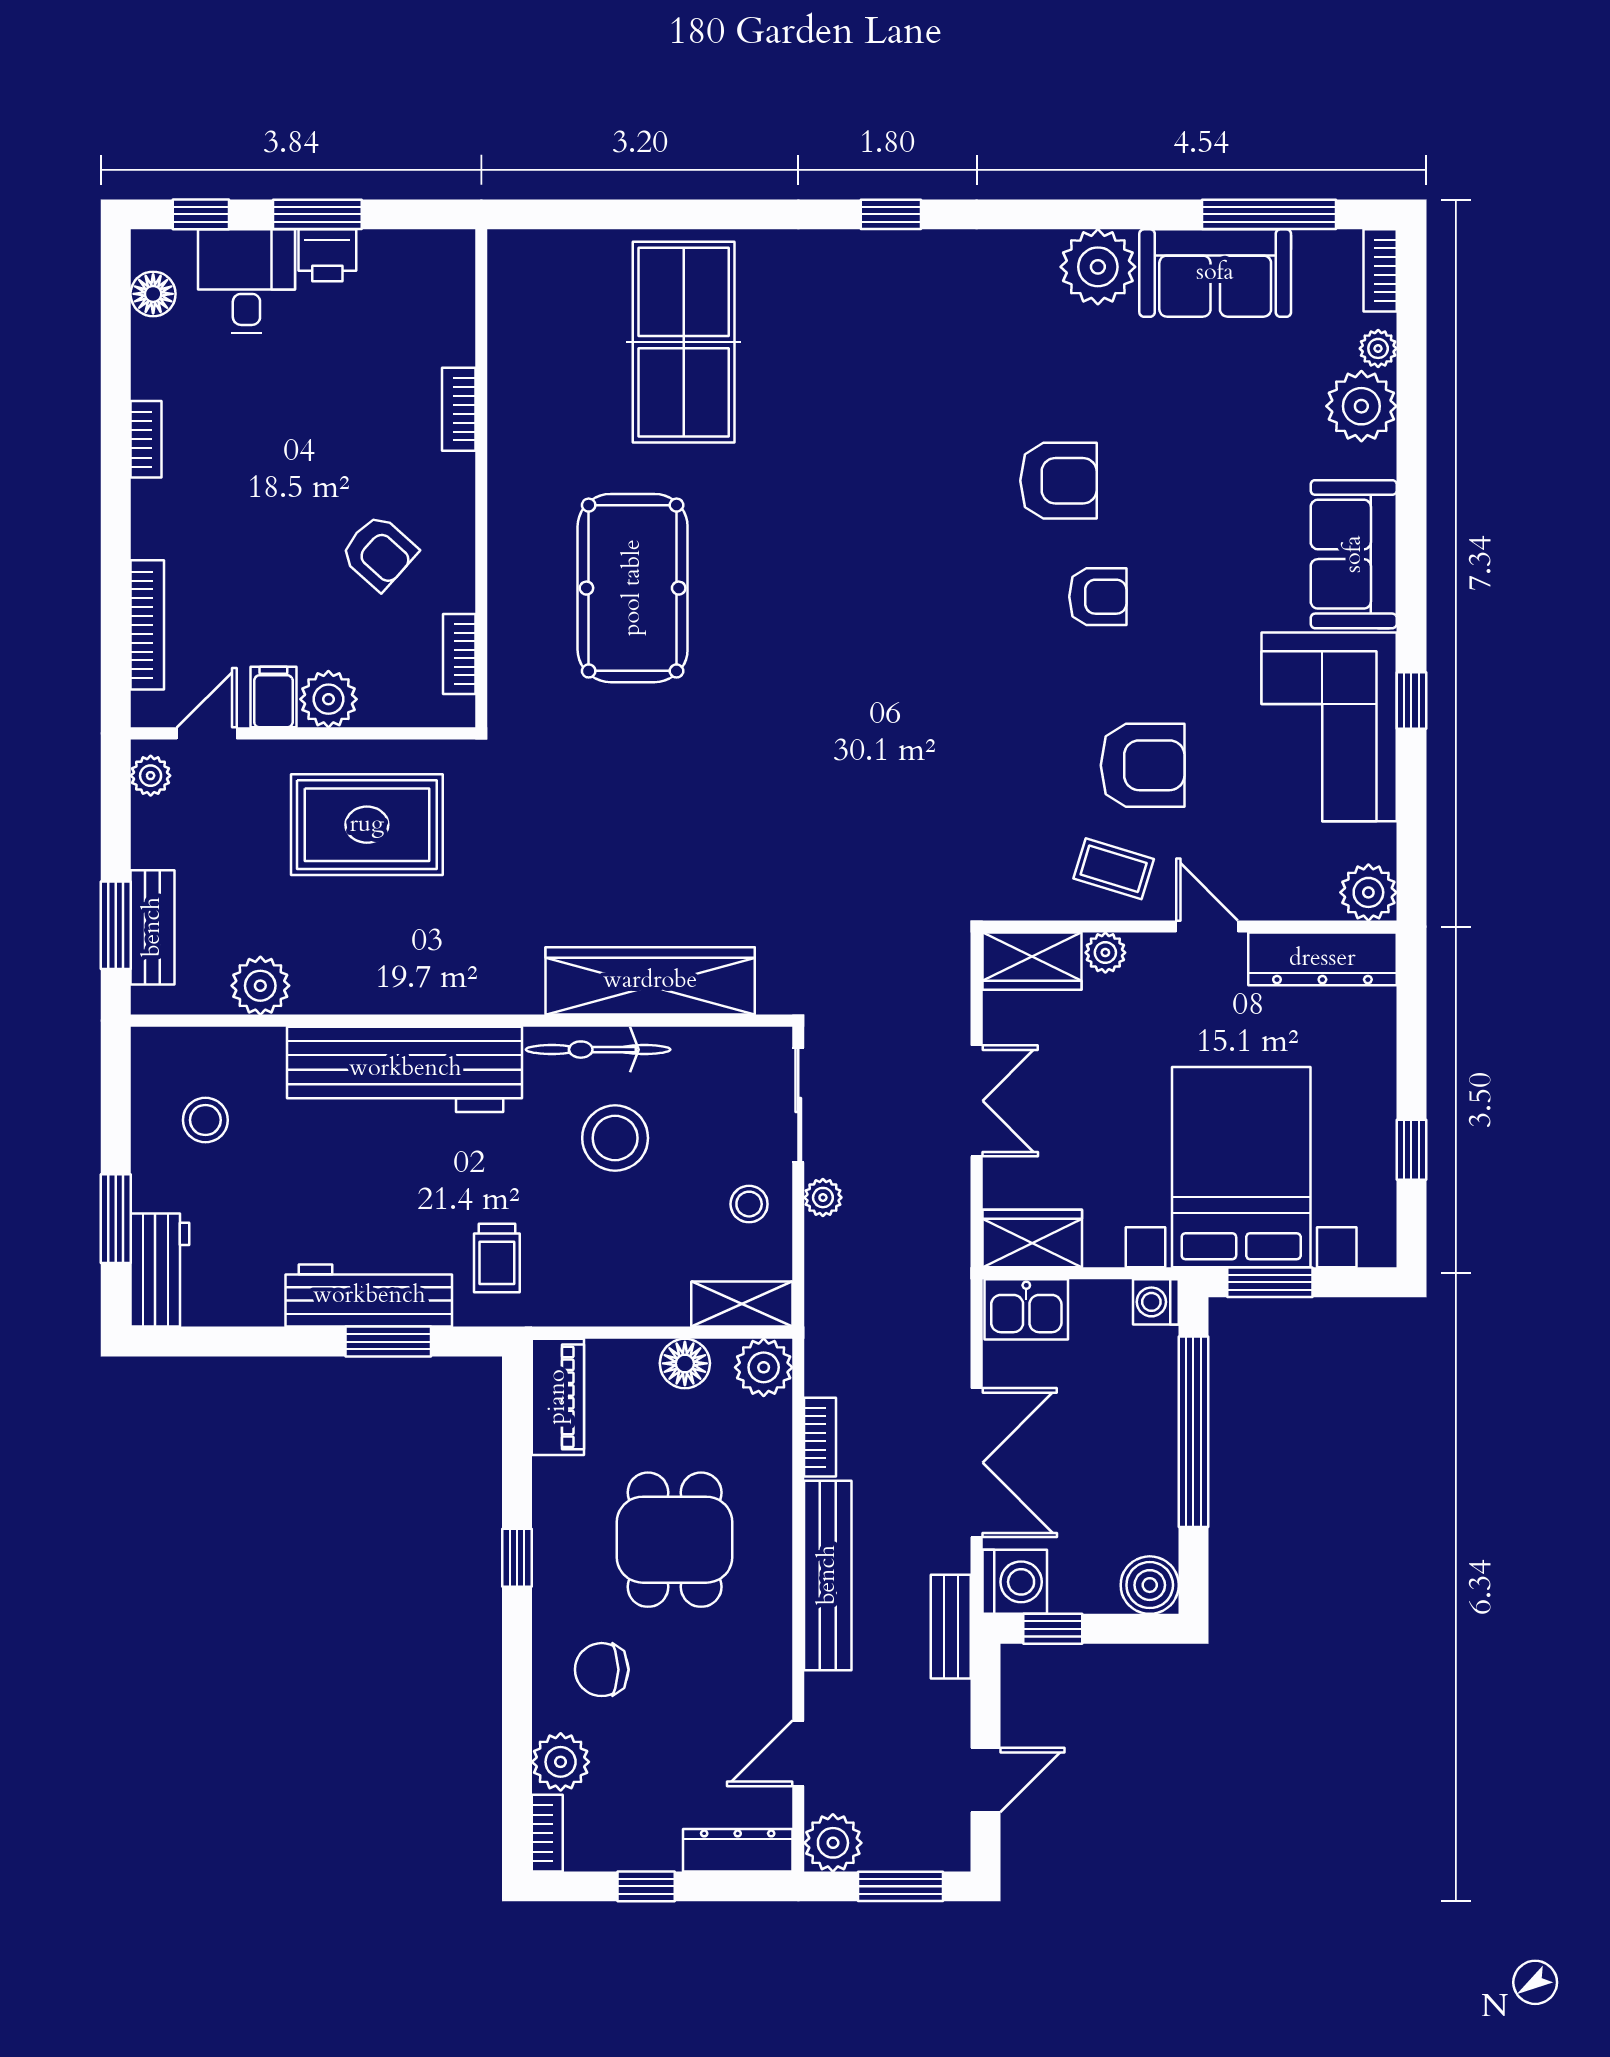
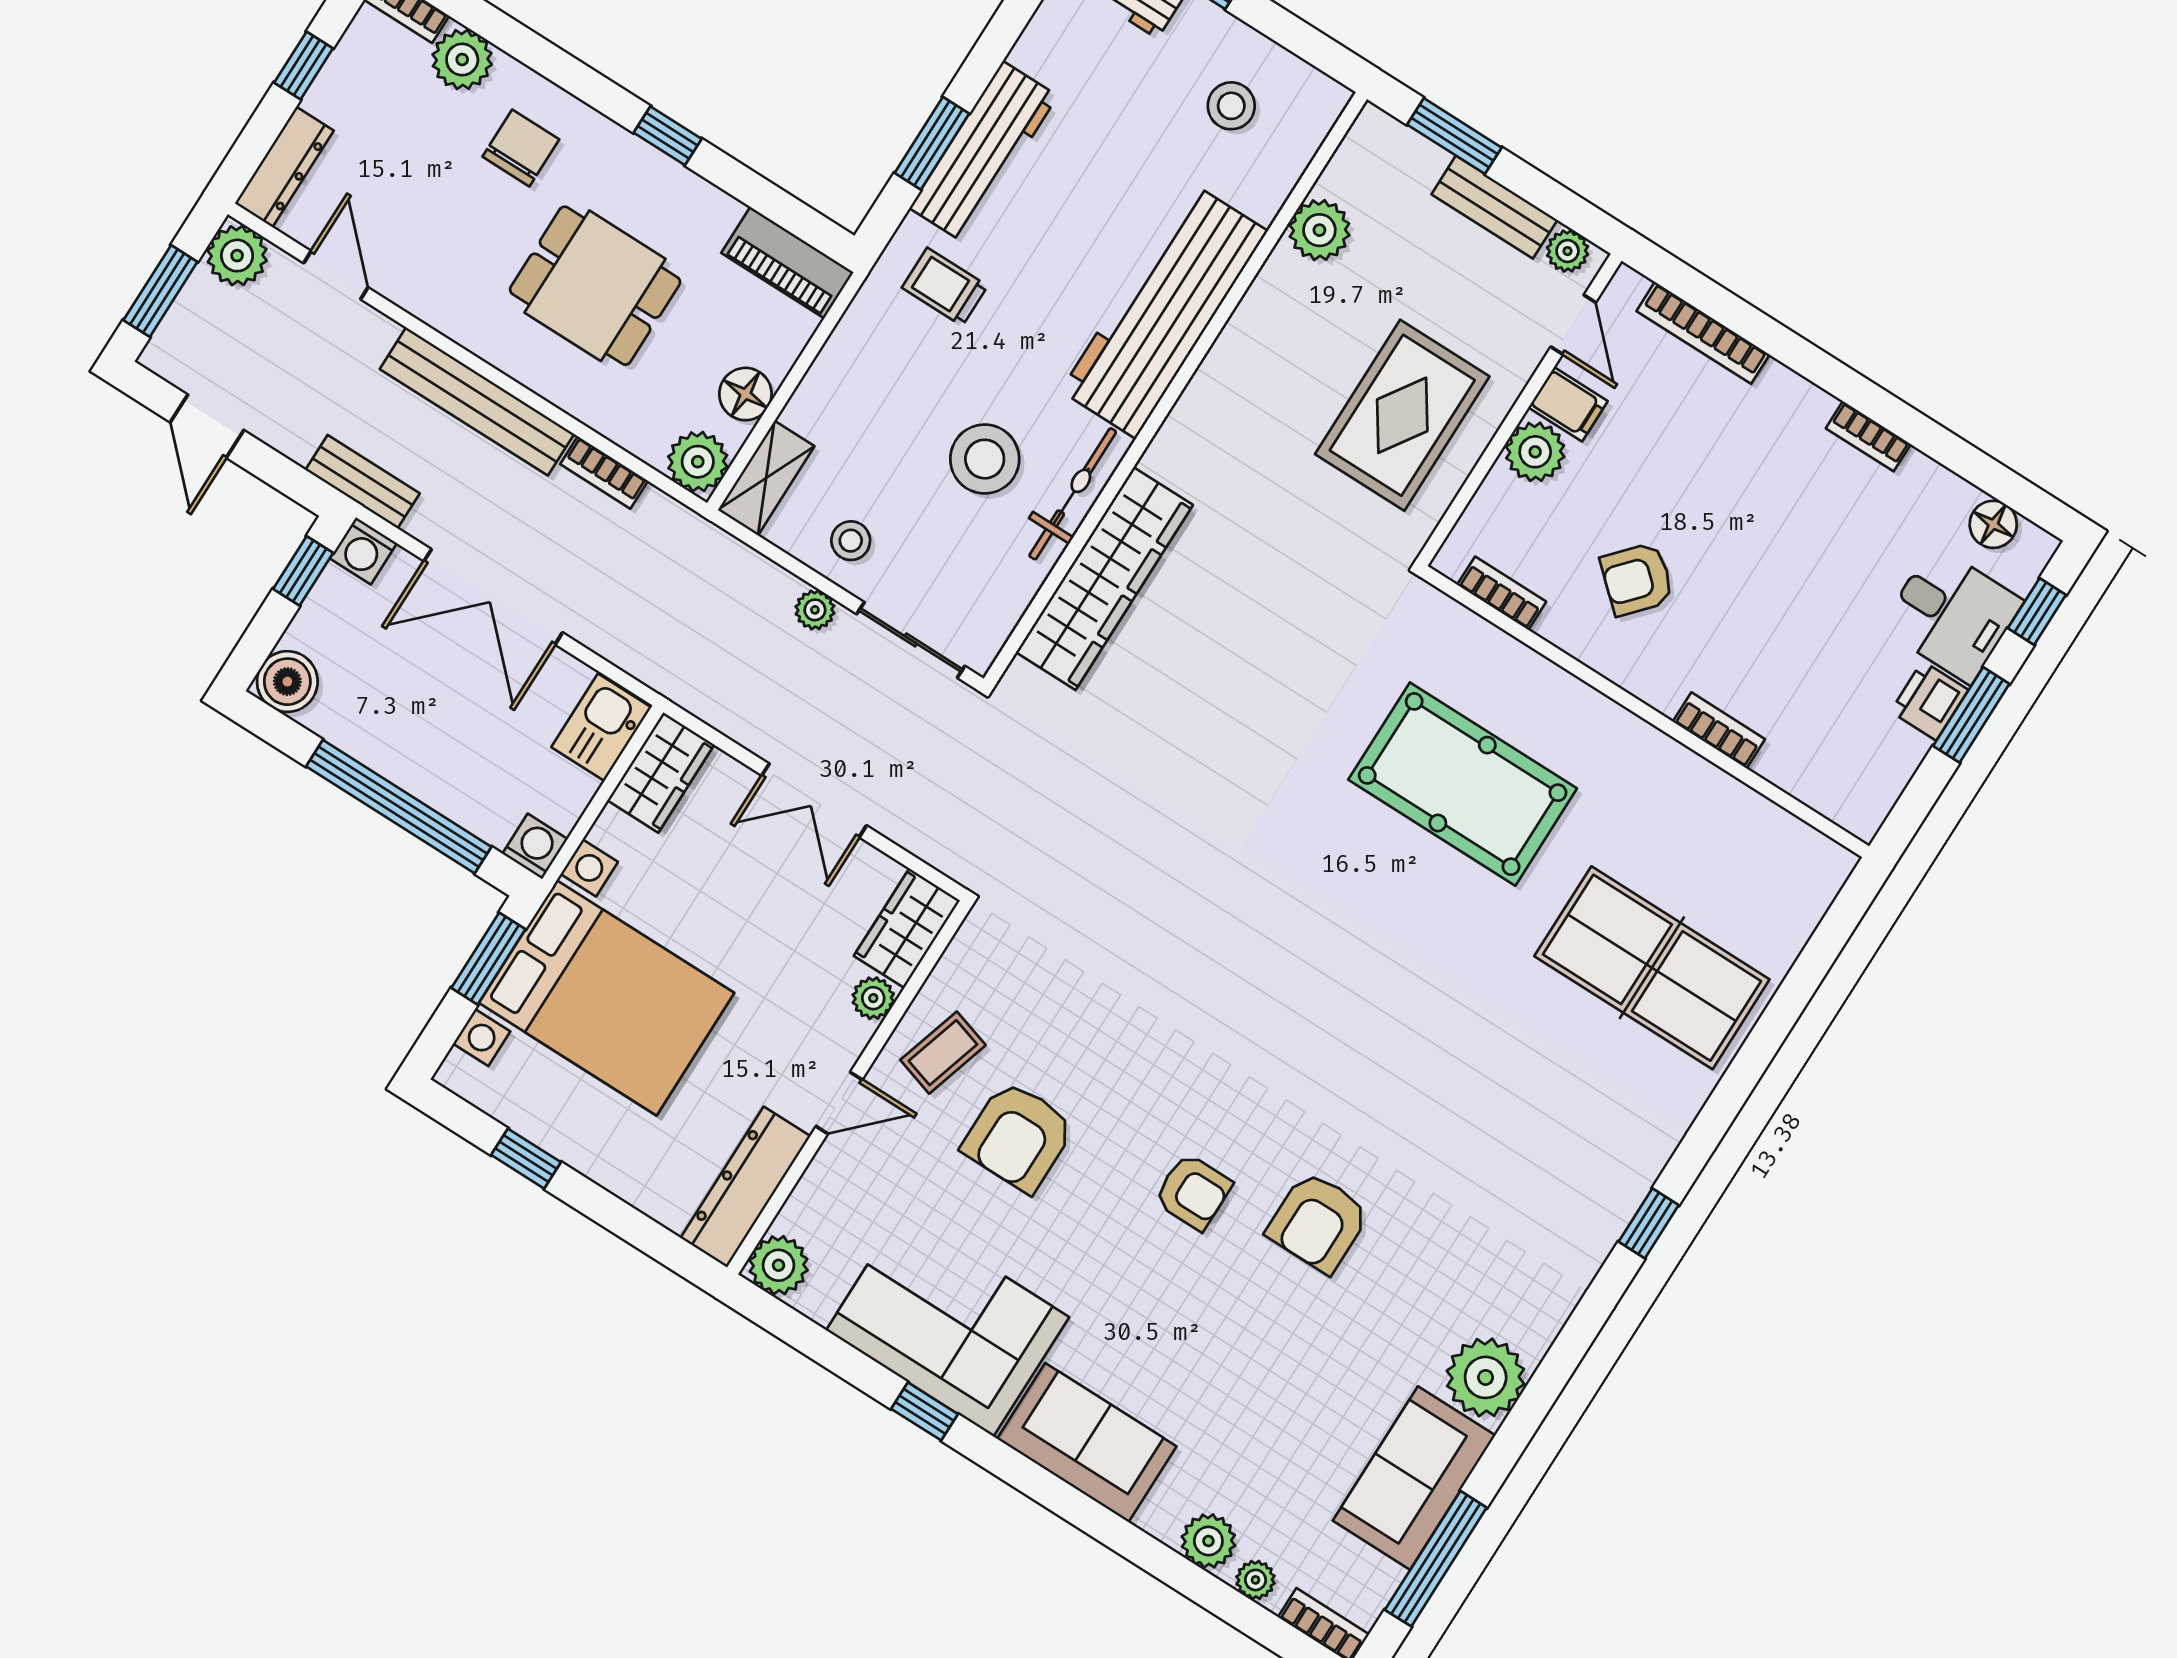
plant: (1361, 406) -> (1208, 1541), width x0.73, depth x0.73
armchair: (1098, 597) -> (1193, 1192), turned -90
bench: (153, 927) -> (1494, 207), moved
washing machine: (1015, 1582) -> (363, 551), width x0.73, depth x0.73

